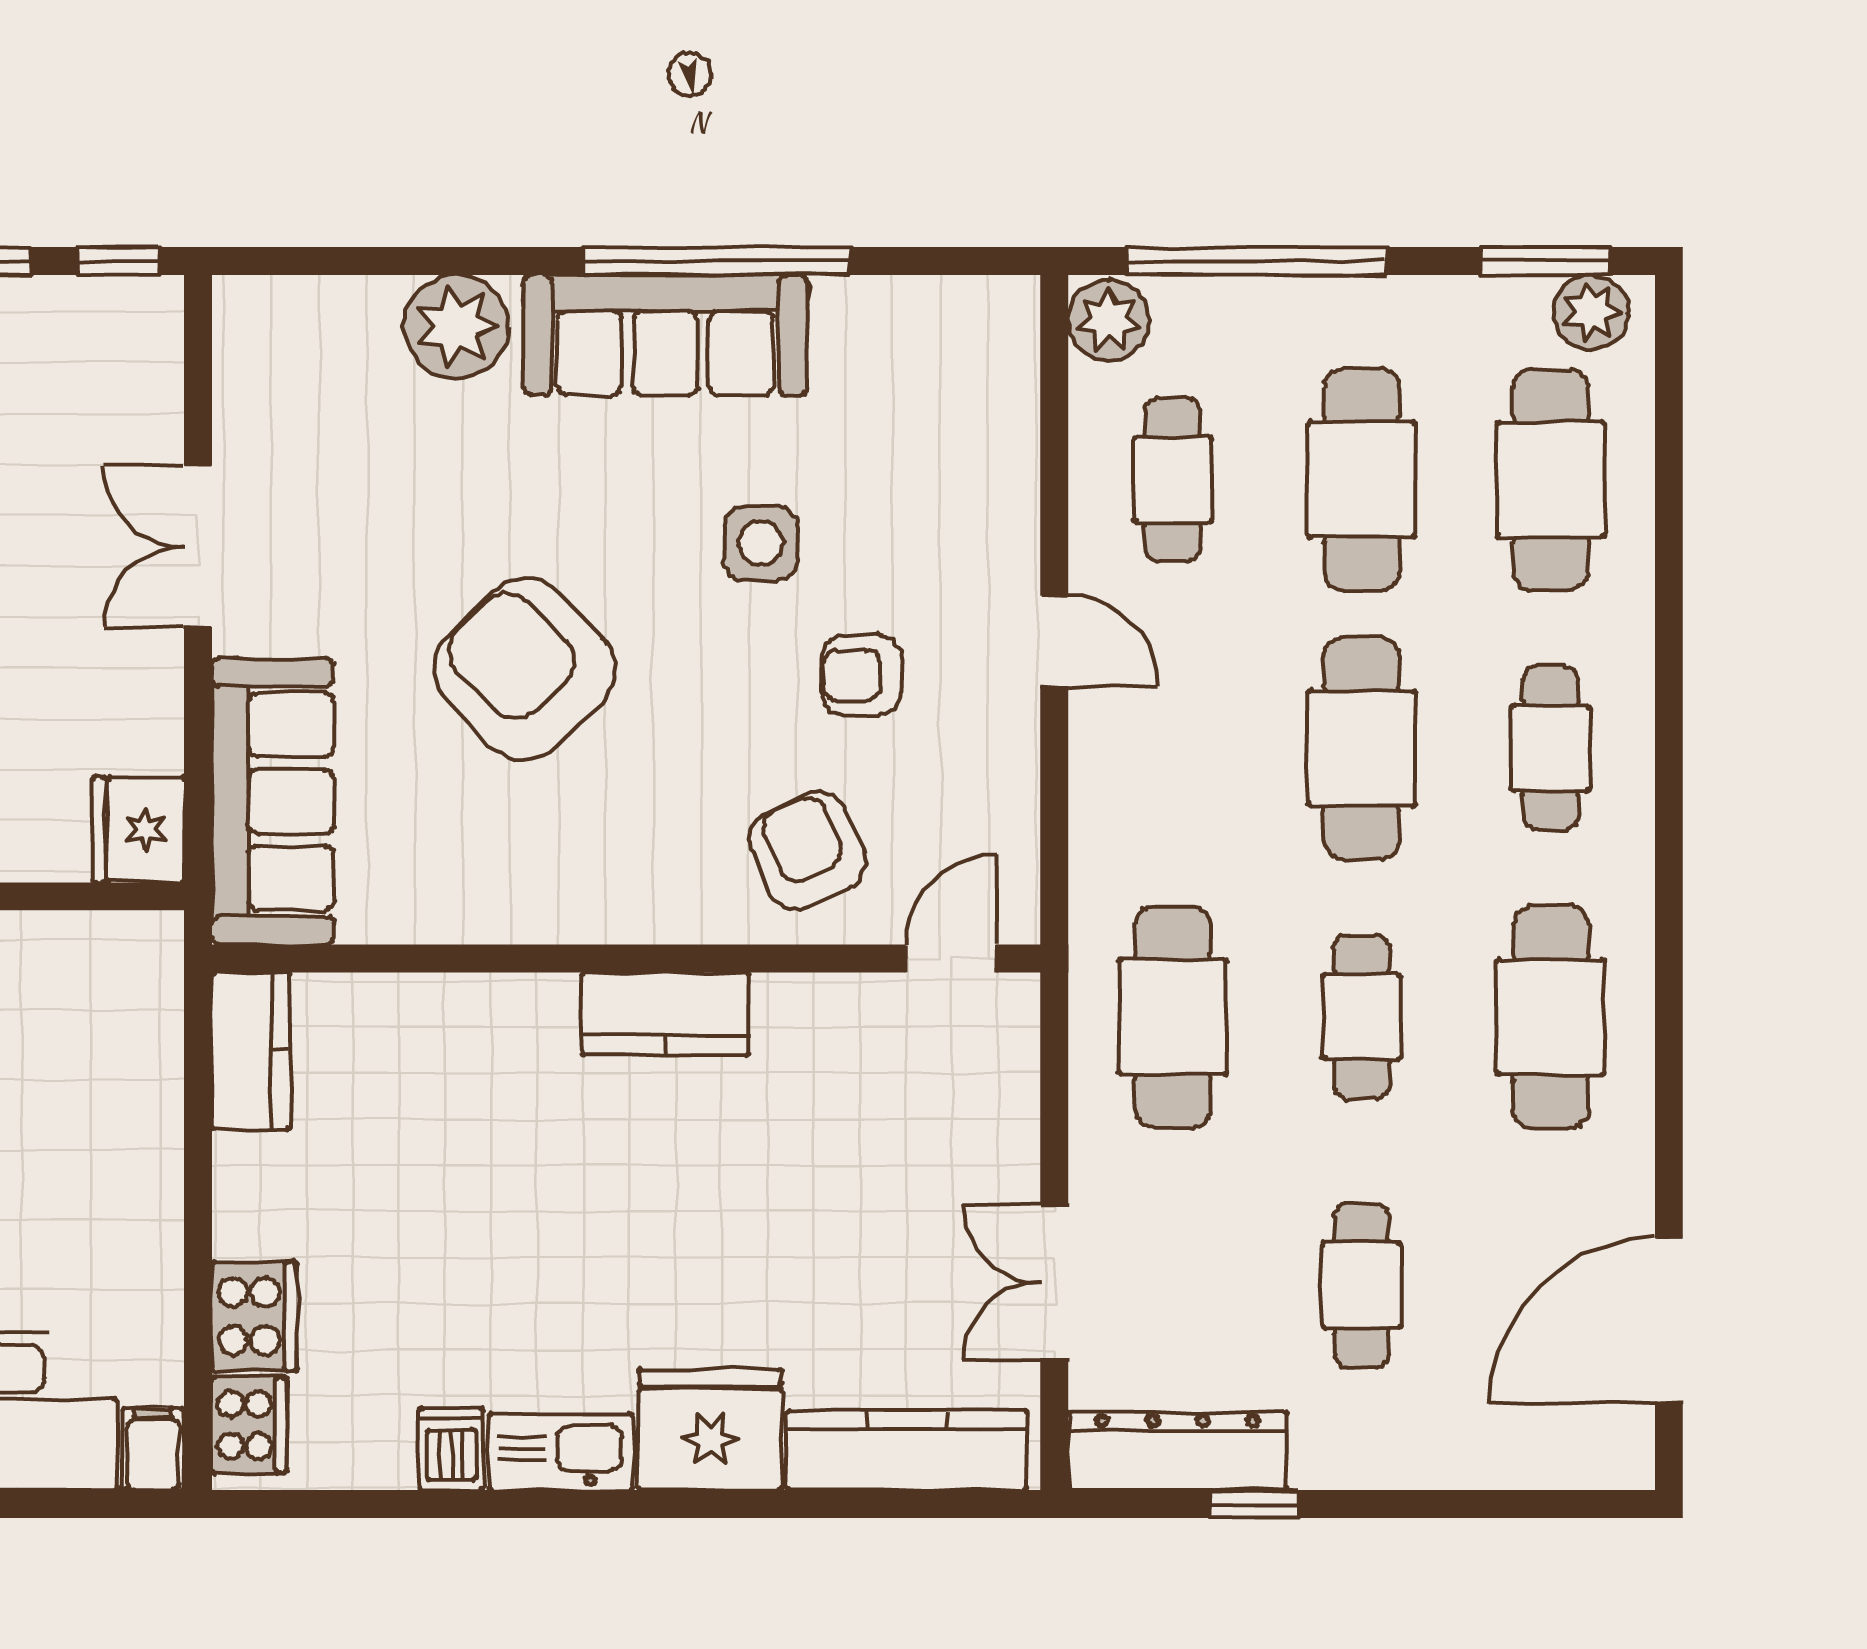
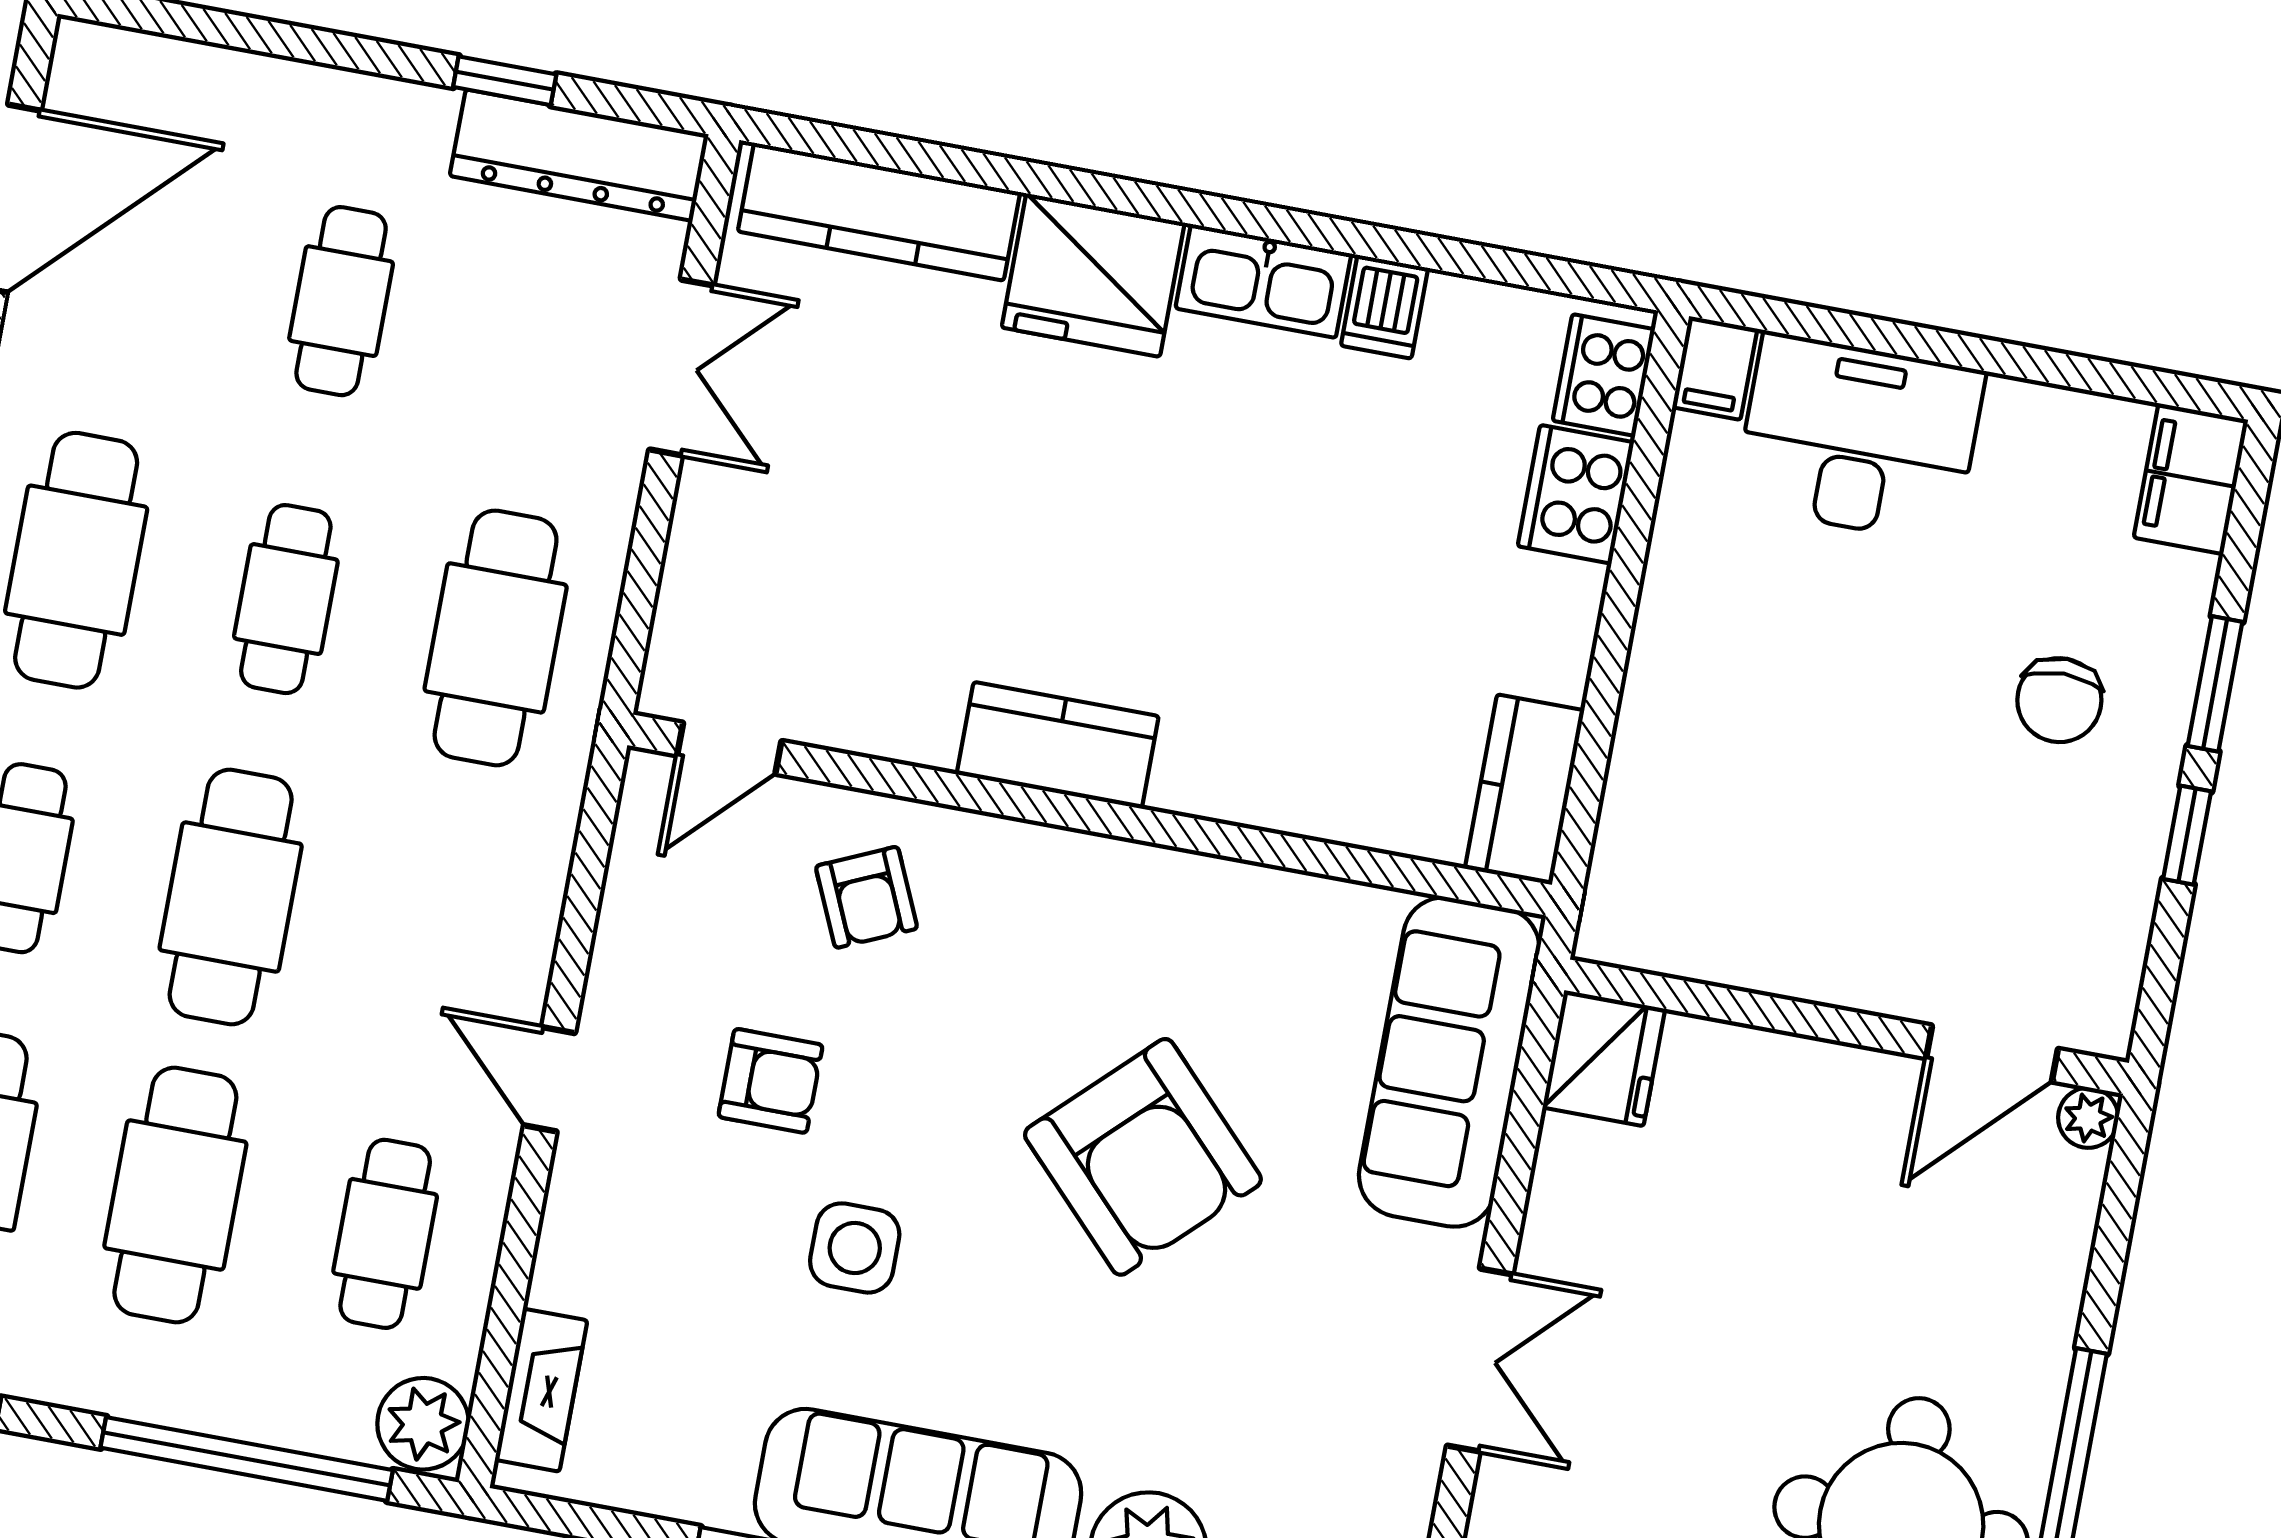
fireplace: (1011, 369) -> (541, 1390), added
armchair: (807, 851) -> (866, 897), width x0.72, depth x0.72

